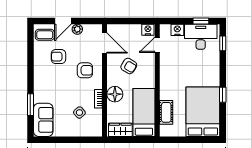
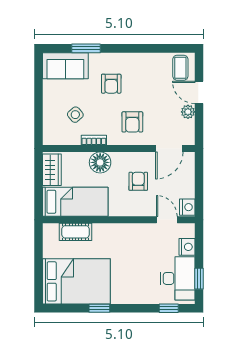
armchair: (58, 57) -> (111, 84), moved, turned 180
armchair: (129, 66) -> (138, 181), turned 149

